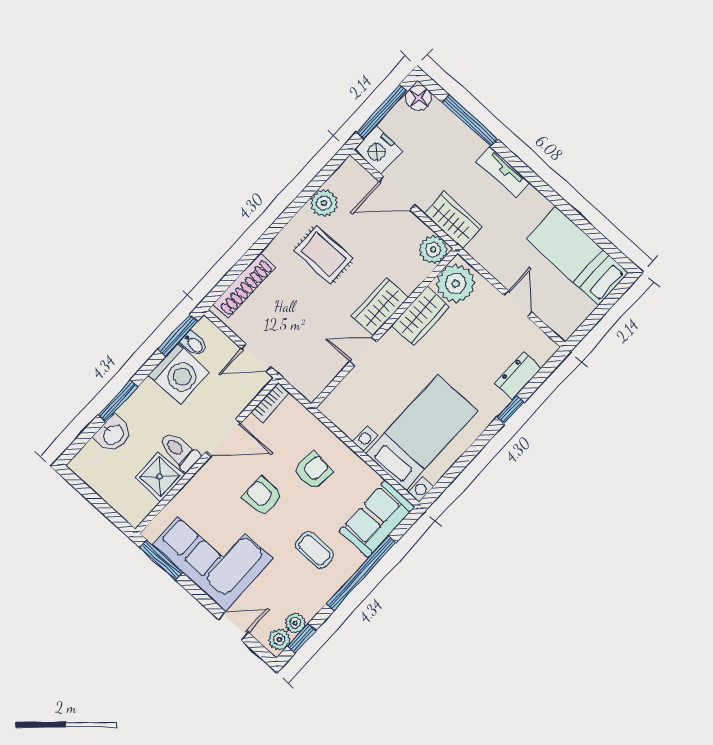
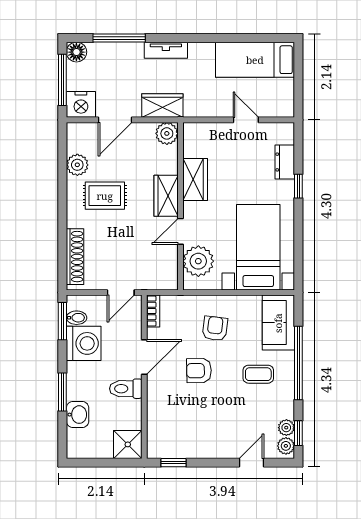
plant: (456, 283) -> (198, 261), moved
shower: (160, 477) -> (128, 444), moved
corner sofa: (212, 552) -> (199, 430), removed
window: (161, 560) -> (174, 463), width x0.67

